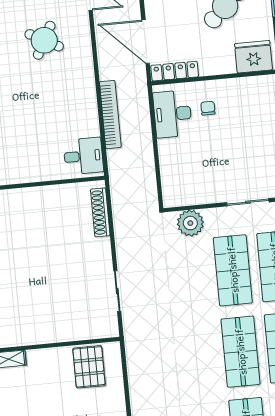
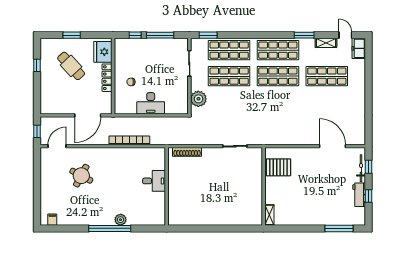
locker: (175, 71) -> (107, 78), moved
desk: (173, 114) -> (151, 103), moved
desk: (83, 156) -> (154, 181), moved, turned 90

